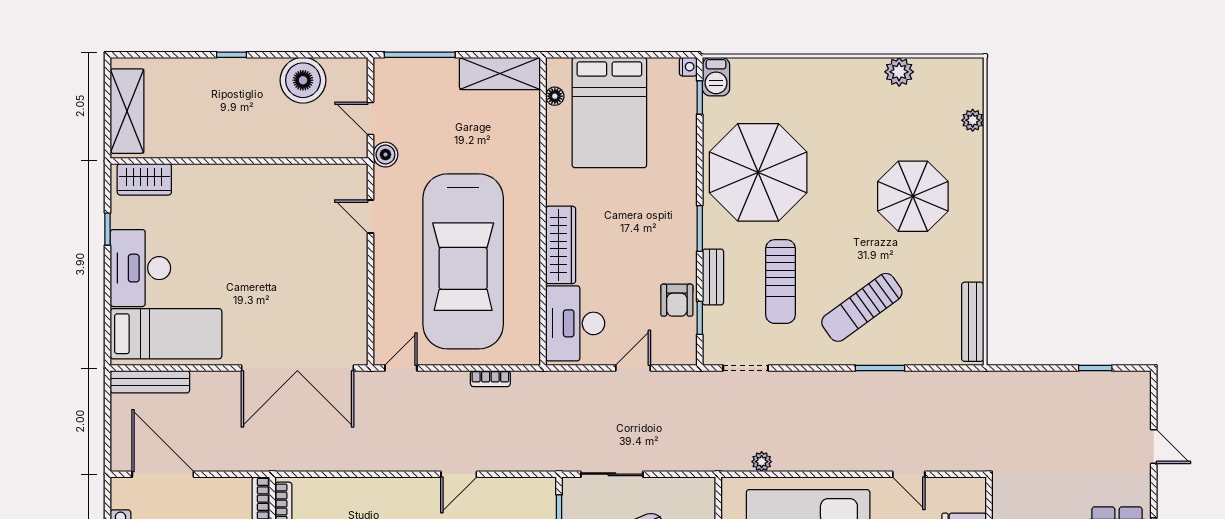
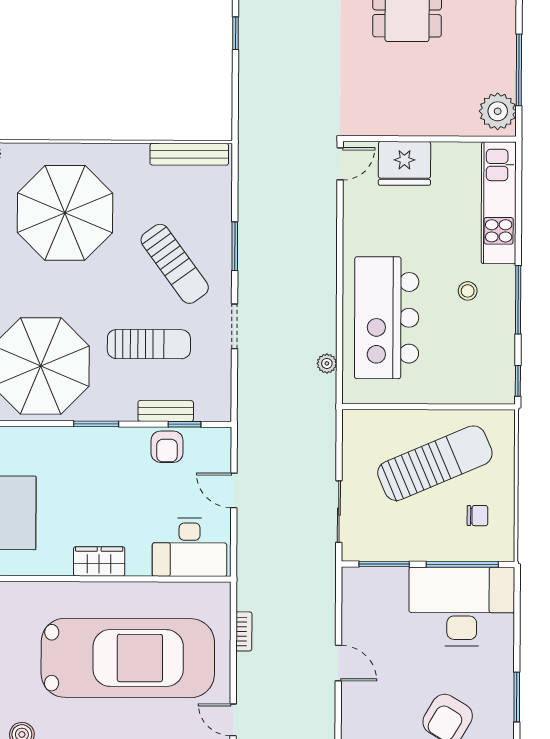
parasol: (913, 196) -> (65, 213), width x1.36, depth x1.36
wardrobe: (561, 245) -> (99, 561), width x0.67
bench: (713, 277) -> (166, 411), moved
armchair: (677, 300) -> (167, 447), turned 90
doorway: (746, 368) -> (234, 326), moved
door: (909, 474) -> (340, 164), moved

